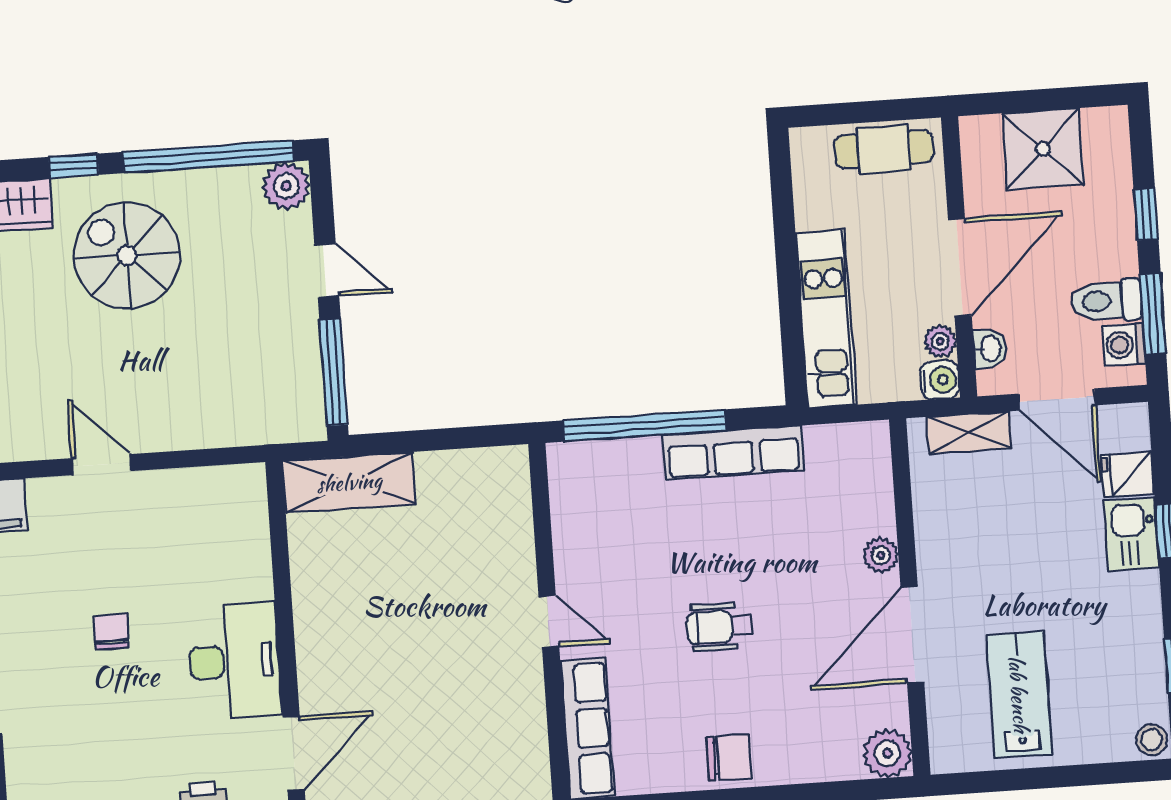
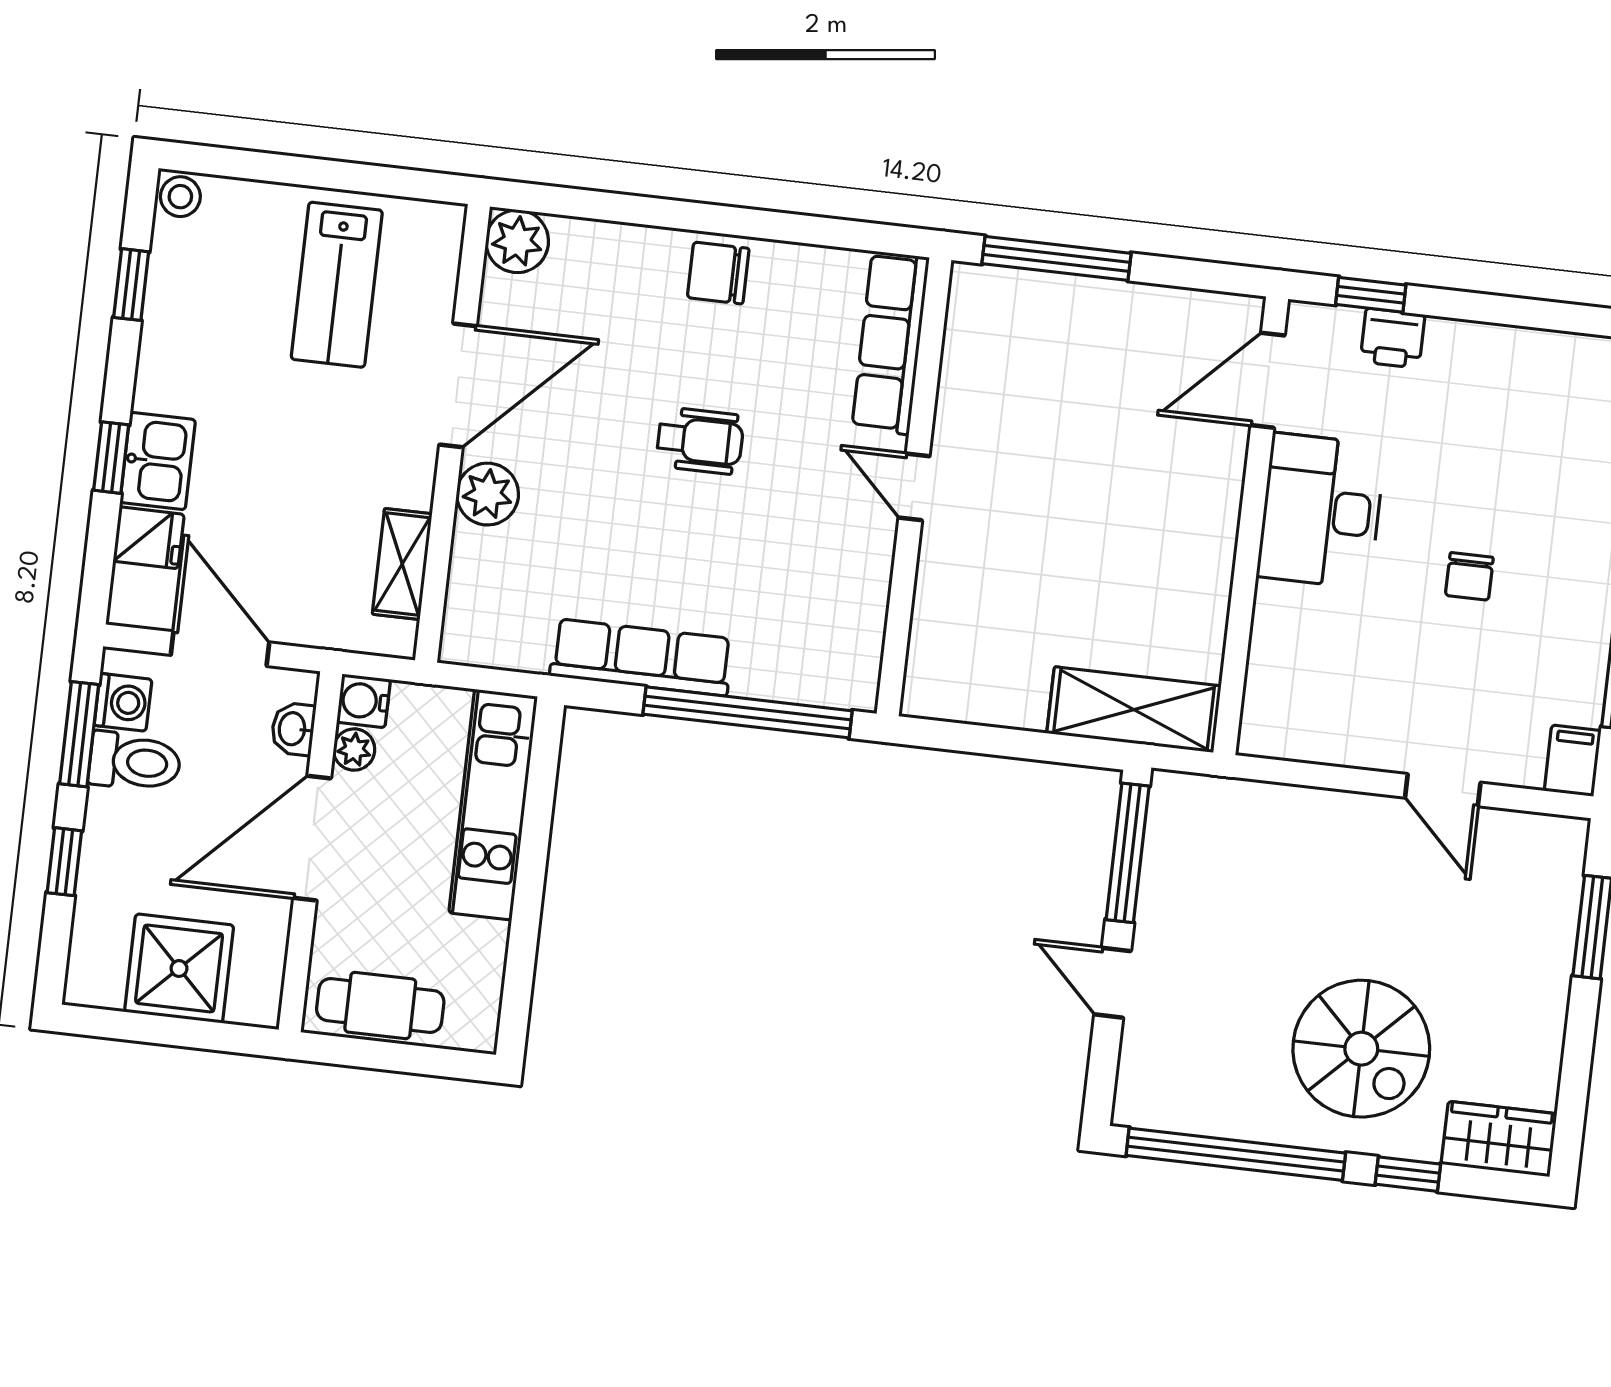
plant: (286, 186) -> (1144, 1099), removed
shelving: (969, 433) -> (402, 564), moved, turned 90
plant: (881, 555) -> (488, 494), width x1.38, depth x1.38

